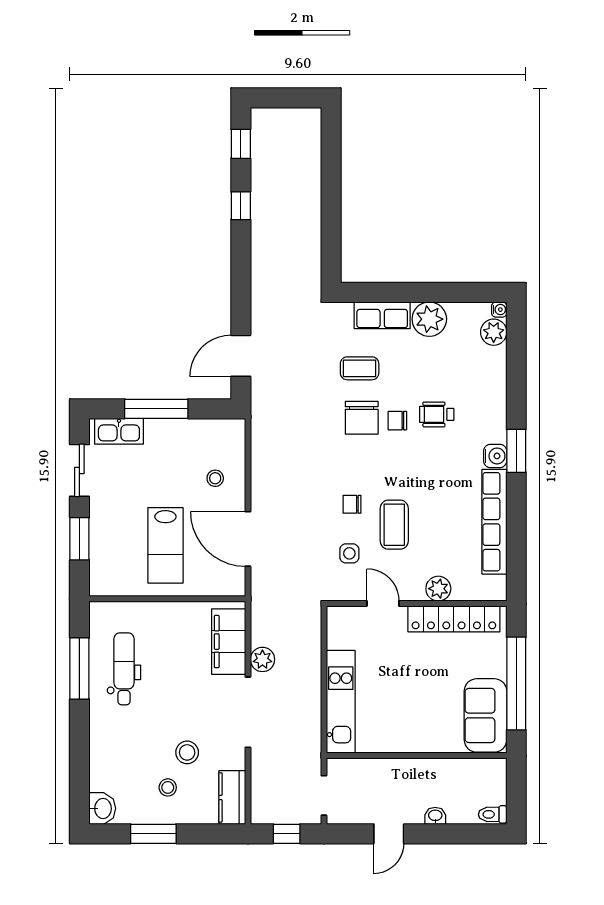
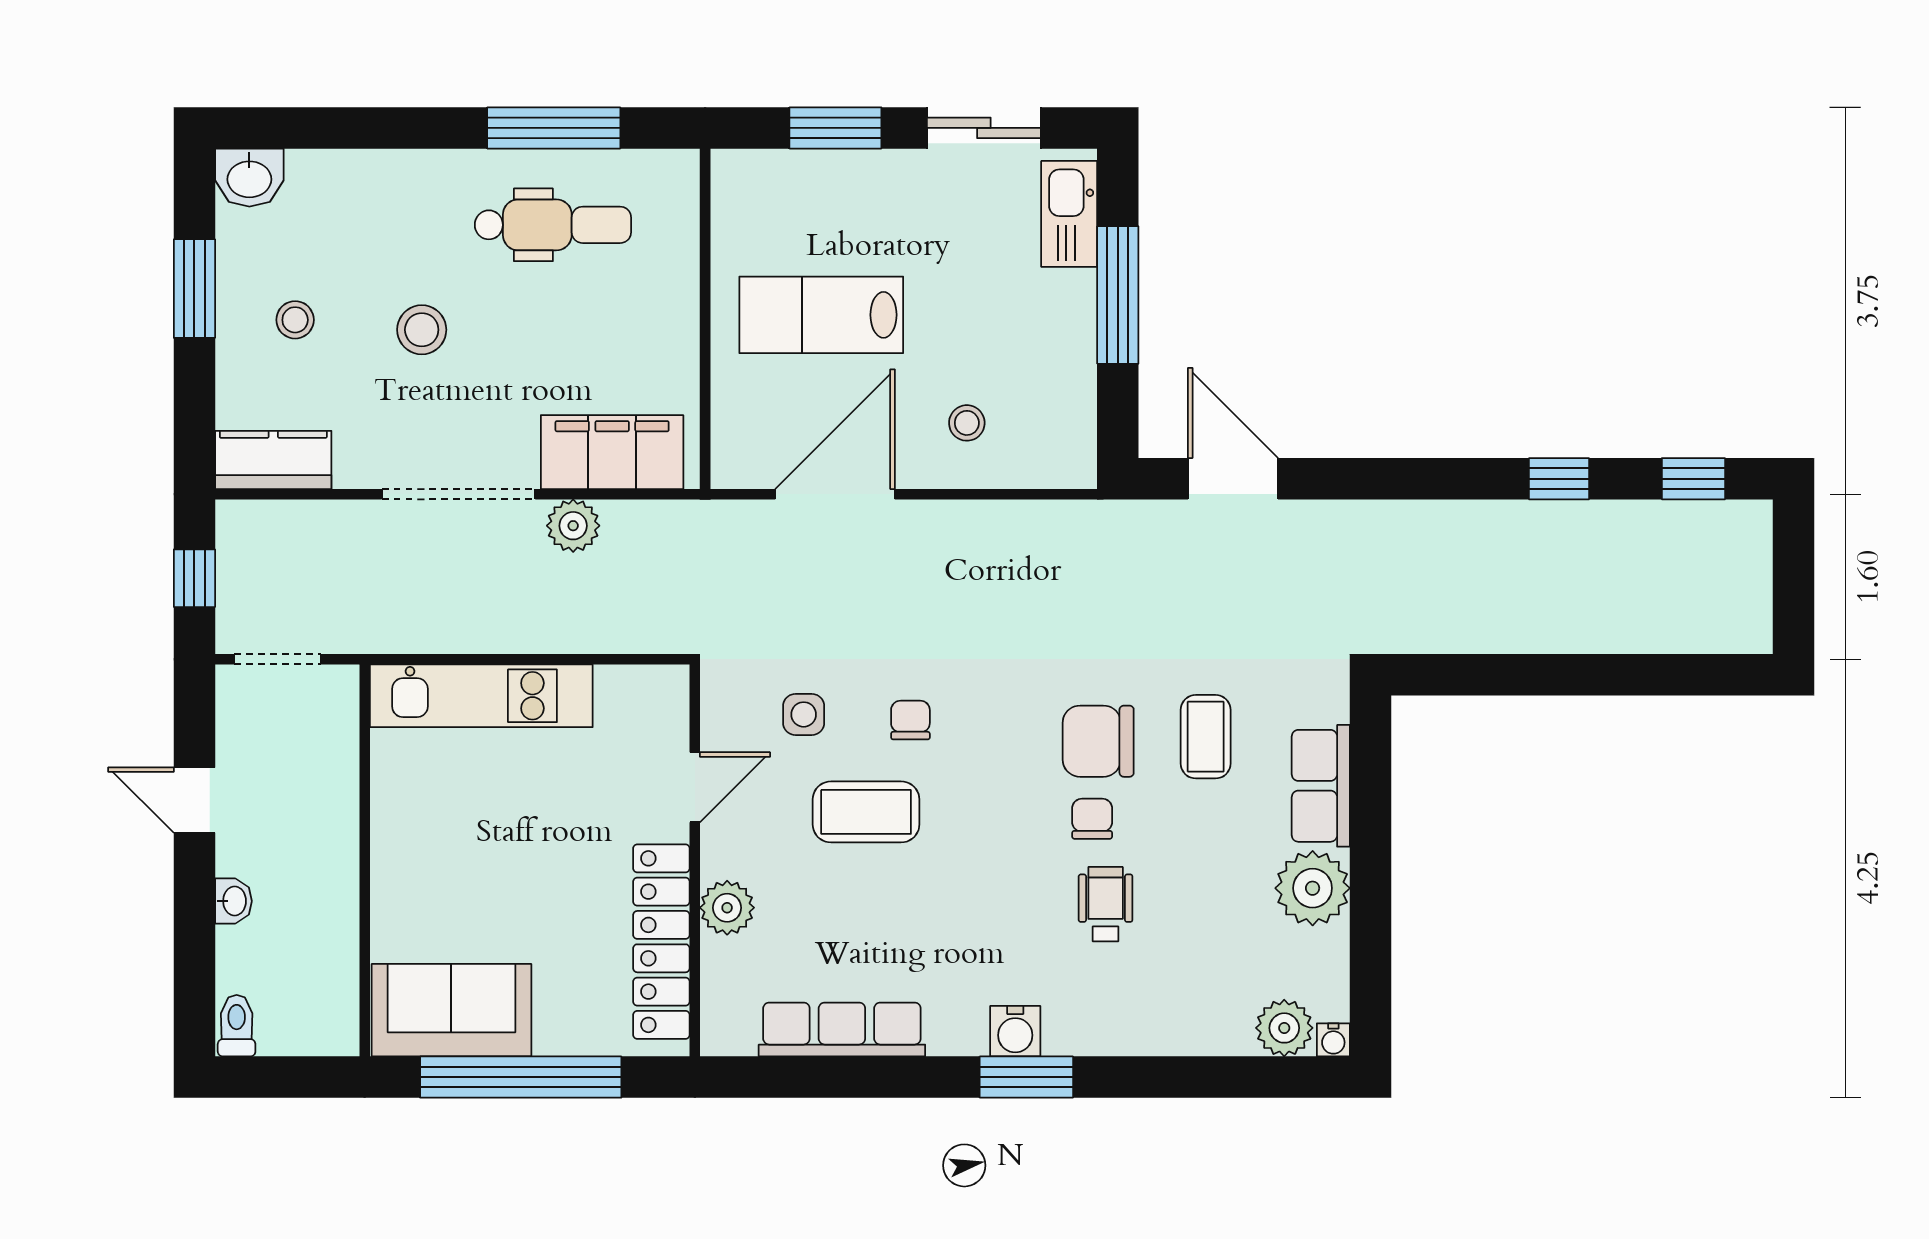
row of seats: (494, 522) -> (842, 1029), width x0.73
stool: (187, 752) -> (422, 330), moved

